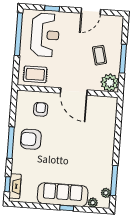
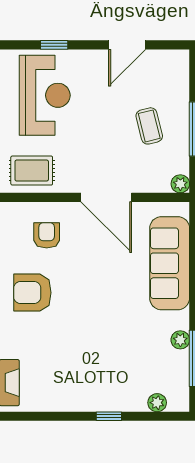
plant: (110, 83) -> (180, 184), width x0.53, depth x0.53
plant: (106, 193) -> (180, 340), moved
sofa: (63, 195) -> (170, 263), moved, turned -90

